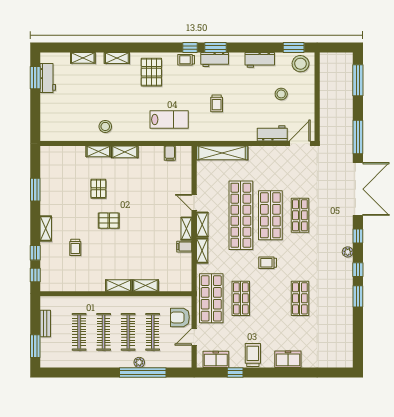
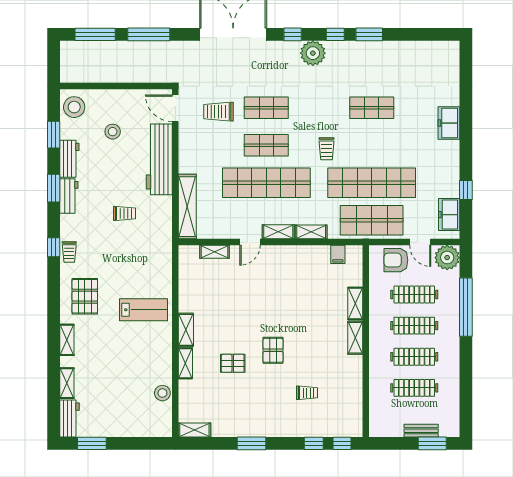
window: (215, 47) -> (54, 188), moved
window: (294, 47) -> (54, 135), moved
workbench: (215, 59) -> (69, 196), moved
pallet: (151, 72) -> (85, 296), turned 90
workbench: (48, 78) -> (69, 419), moved, turned 90
lab bench: (169, 120) -> (143, 310), moved, turned 90
stool: (105, 126) -> (162, 393), moved
workbench: (272, 133) -> (159, 159), width x1.88, depth x1.32
window: (358, 137) -> (149, 34), moved
filing cabinet: (170, 153) -> (188, 273), removed
window: (35, 190) -> (251, 443), moved
shop shelf: (270, 215) -> (266, 145), width x0.70, depth x0.74
shelving: (46, 228) -> (194, 430), moved
shelving: (186, 229) -> (215, 252), moved
filing cabinet: (184, 247) -> (338, 254), moved
plant: (348, 252) -> (313, 53), width x1.87, depth x1.87
shop shelf: (241, 298) -> (372, 183), width x2.00, depth x1.36
armchair: (180, 317) -> (396, 260), turned 90
bench: (45, 323) -> (421, 431), moved
trolley: (253, 355) -> (219, 112), moved
plant: (139, 362) -> (447, 258), moved, width x1.88, depth x1.88

